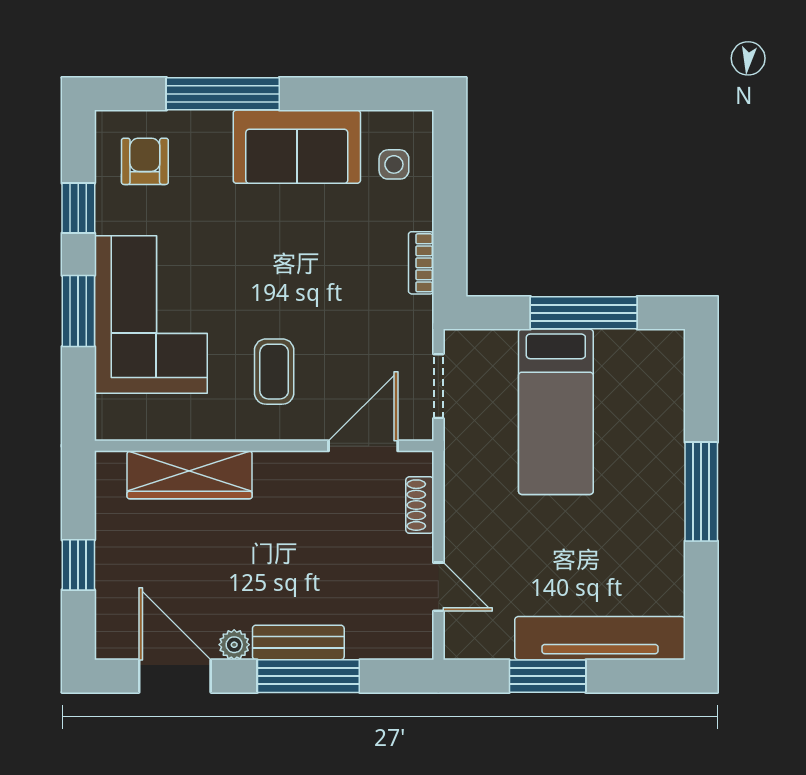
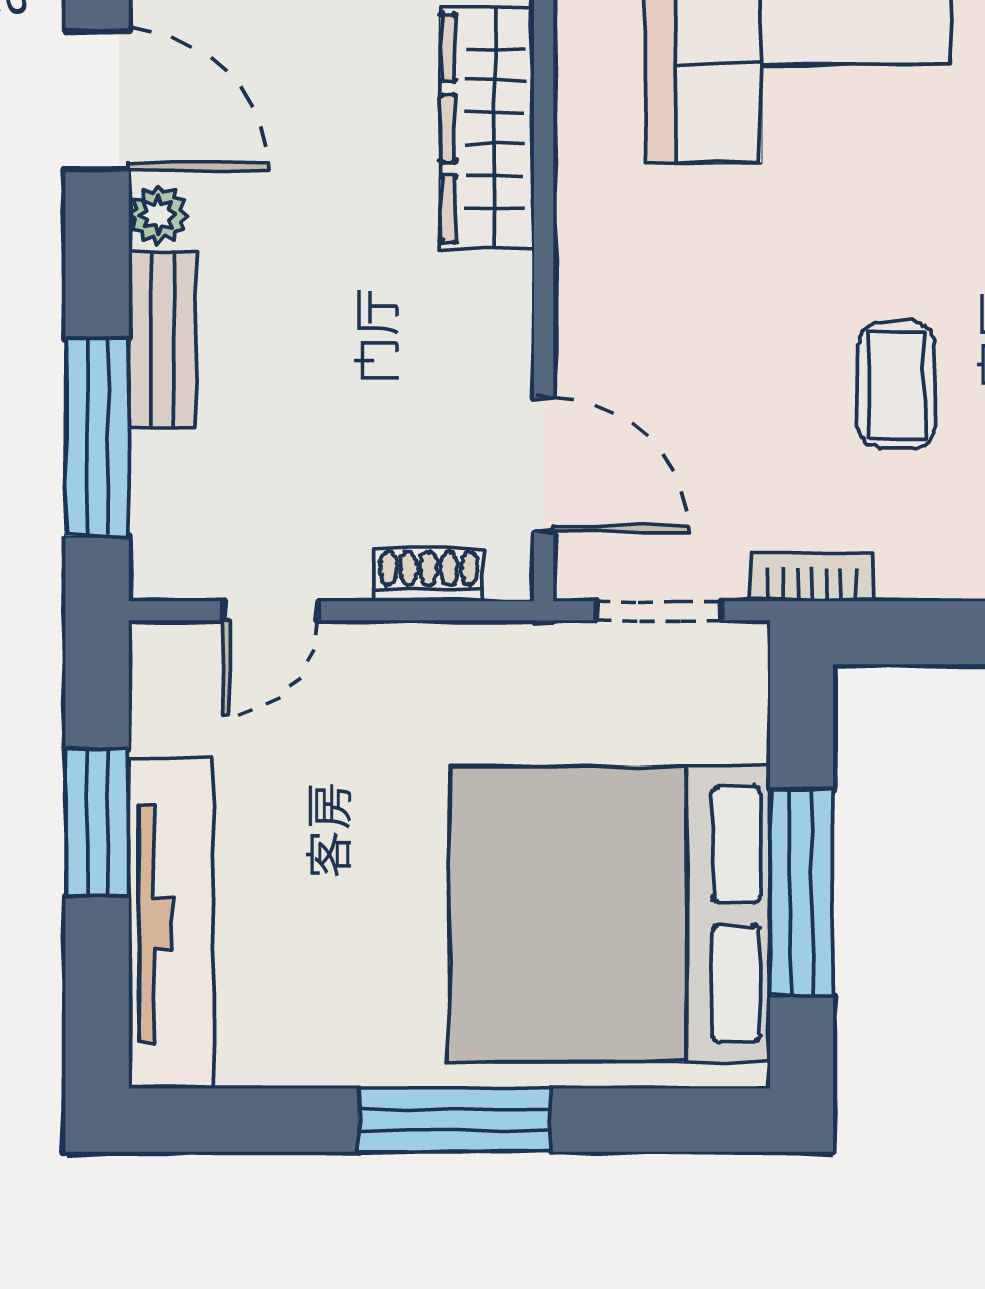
bookcase: (421, 263) -> (812, 577), moved
coffee table: (274, 372) -> (897, 386), moved, turned 90
bed: (556, 412) -> (610, 914), width x2.04
door: (175, 676) -> (97, 100), hinge flipped
window: (308, 676) -> (97, 437), moved

